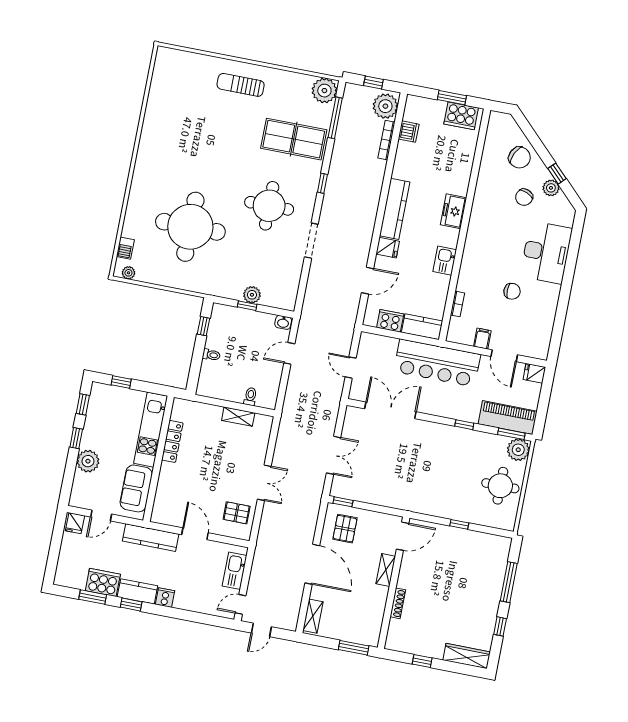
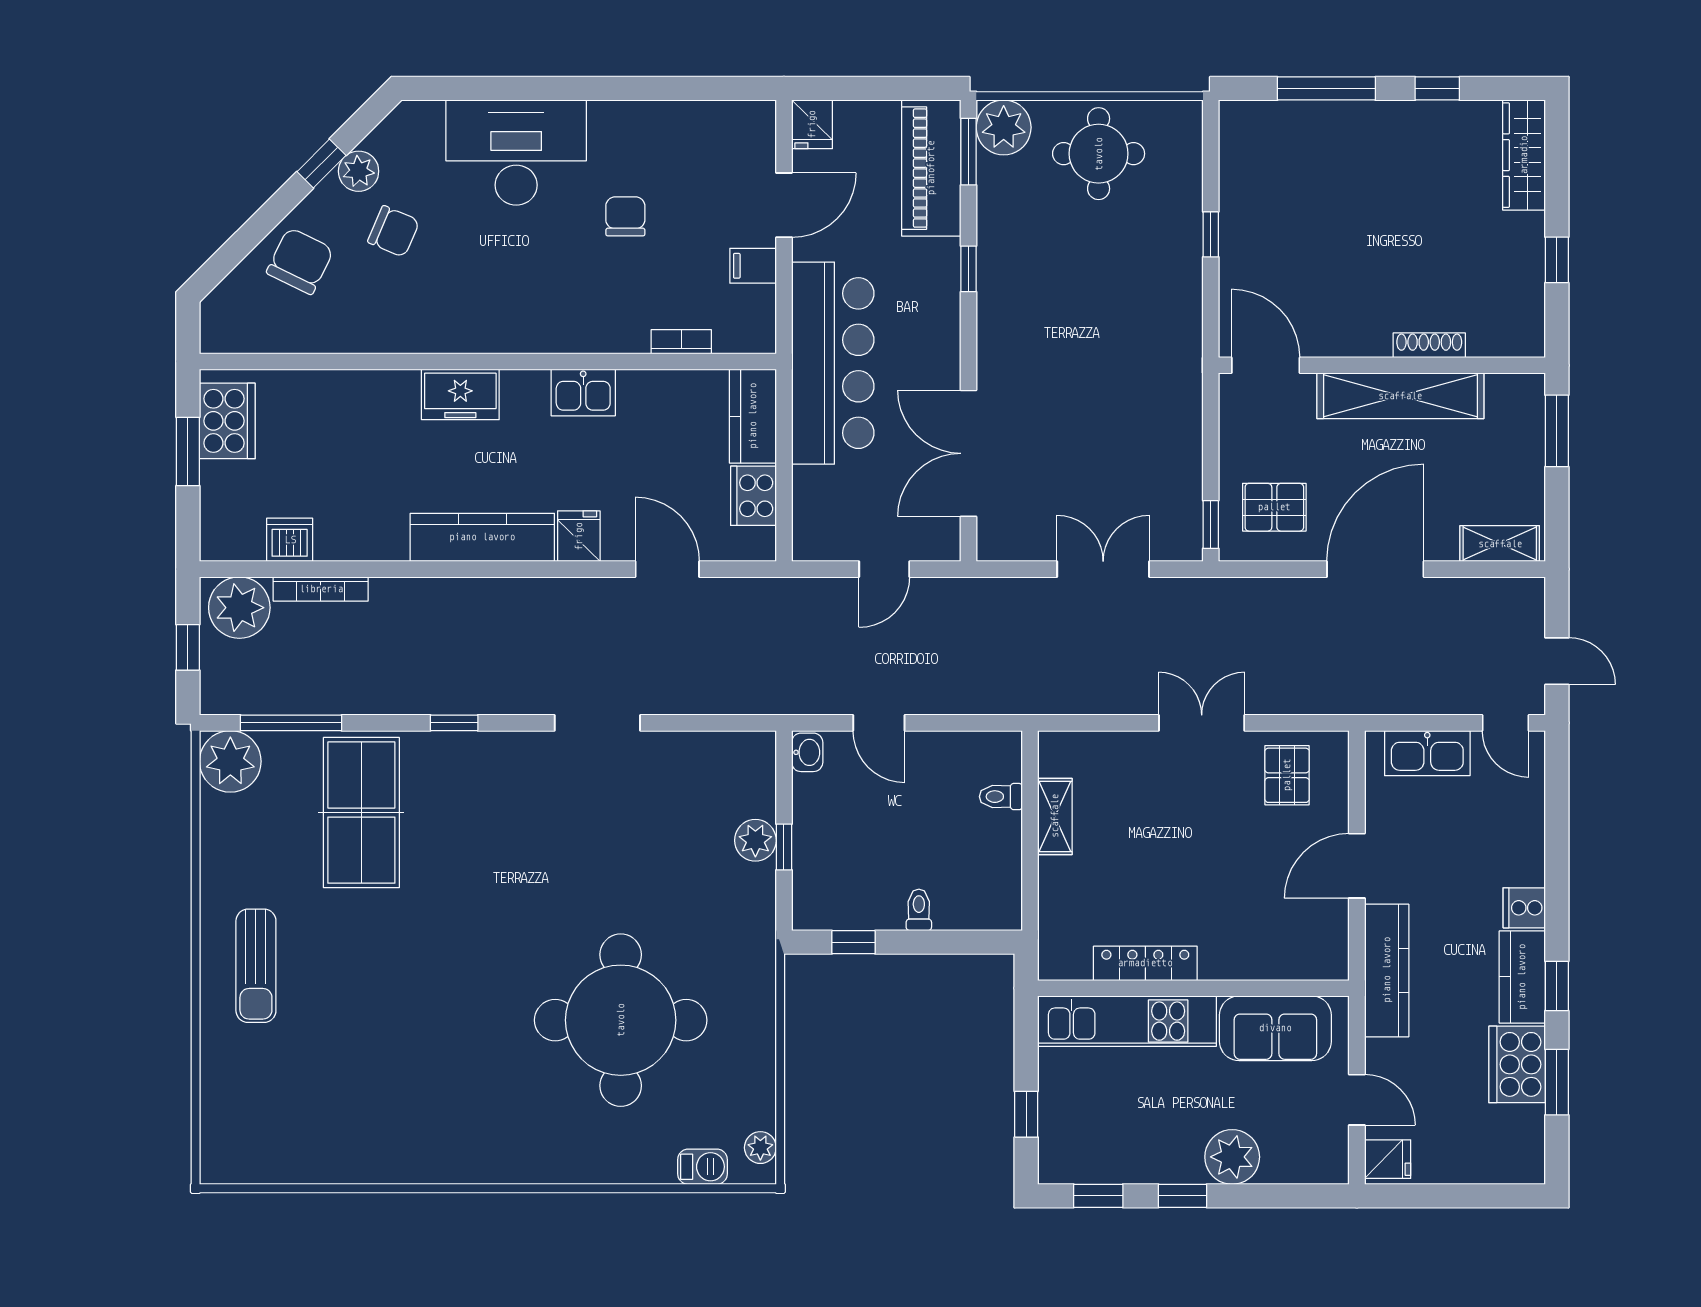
round table: (269, 206) -> (533, 841), removed
shelving: (386, 570) -> (1400, 396), width x2.20, depth x1.33

